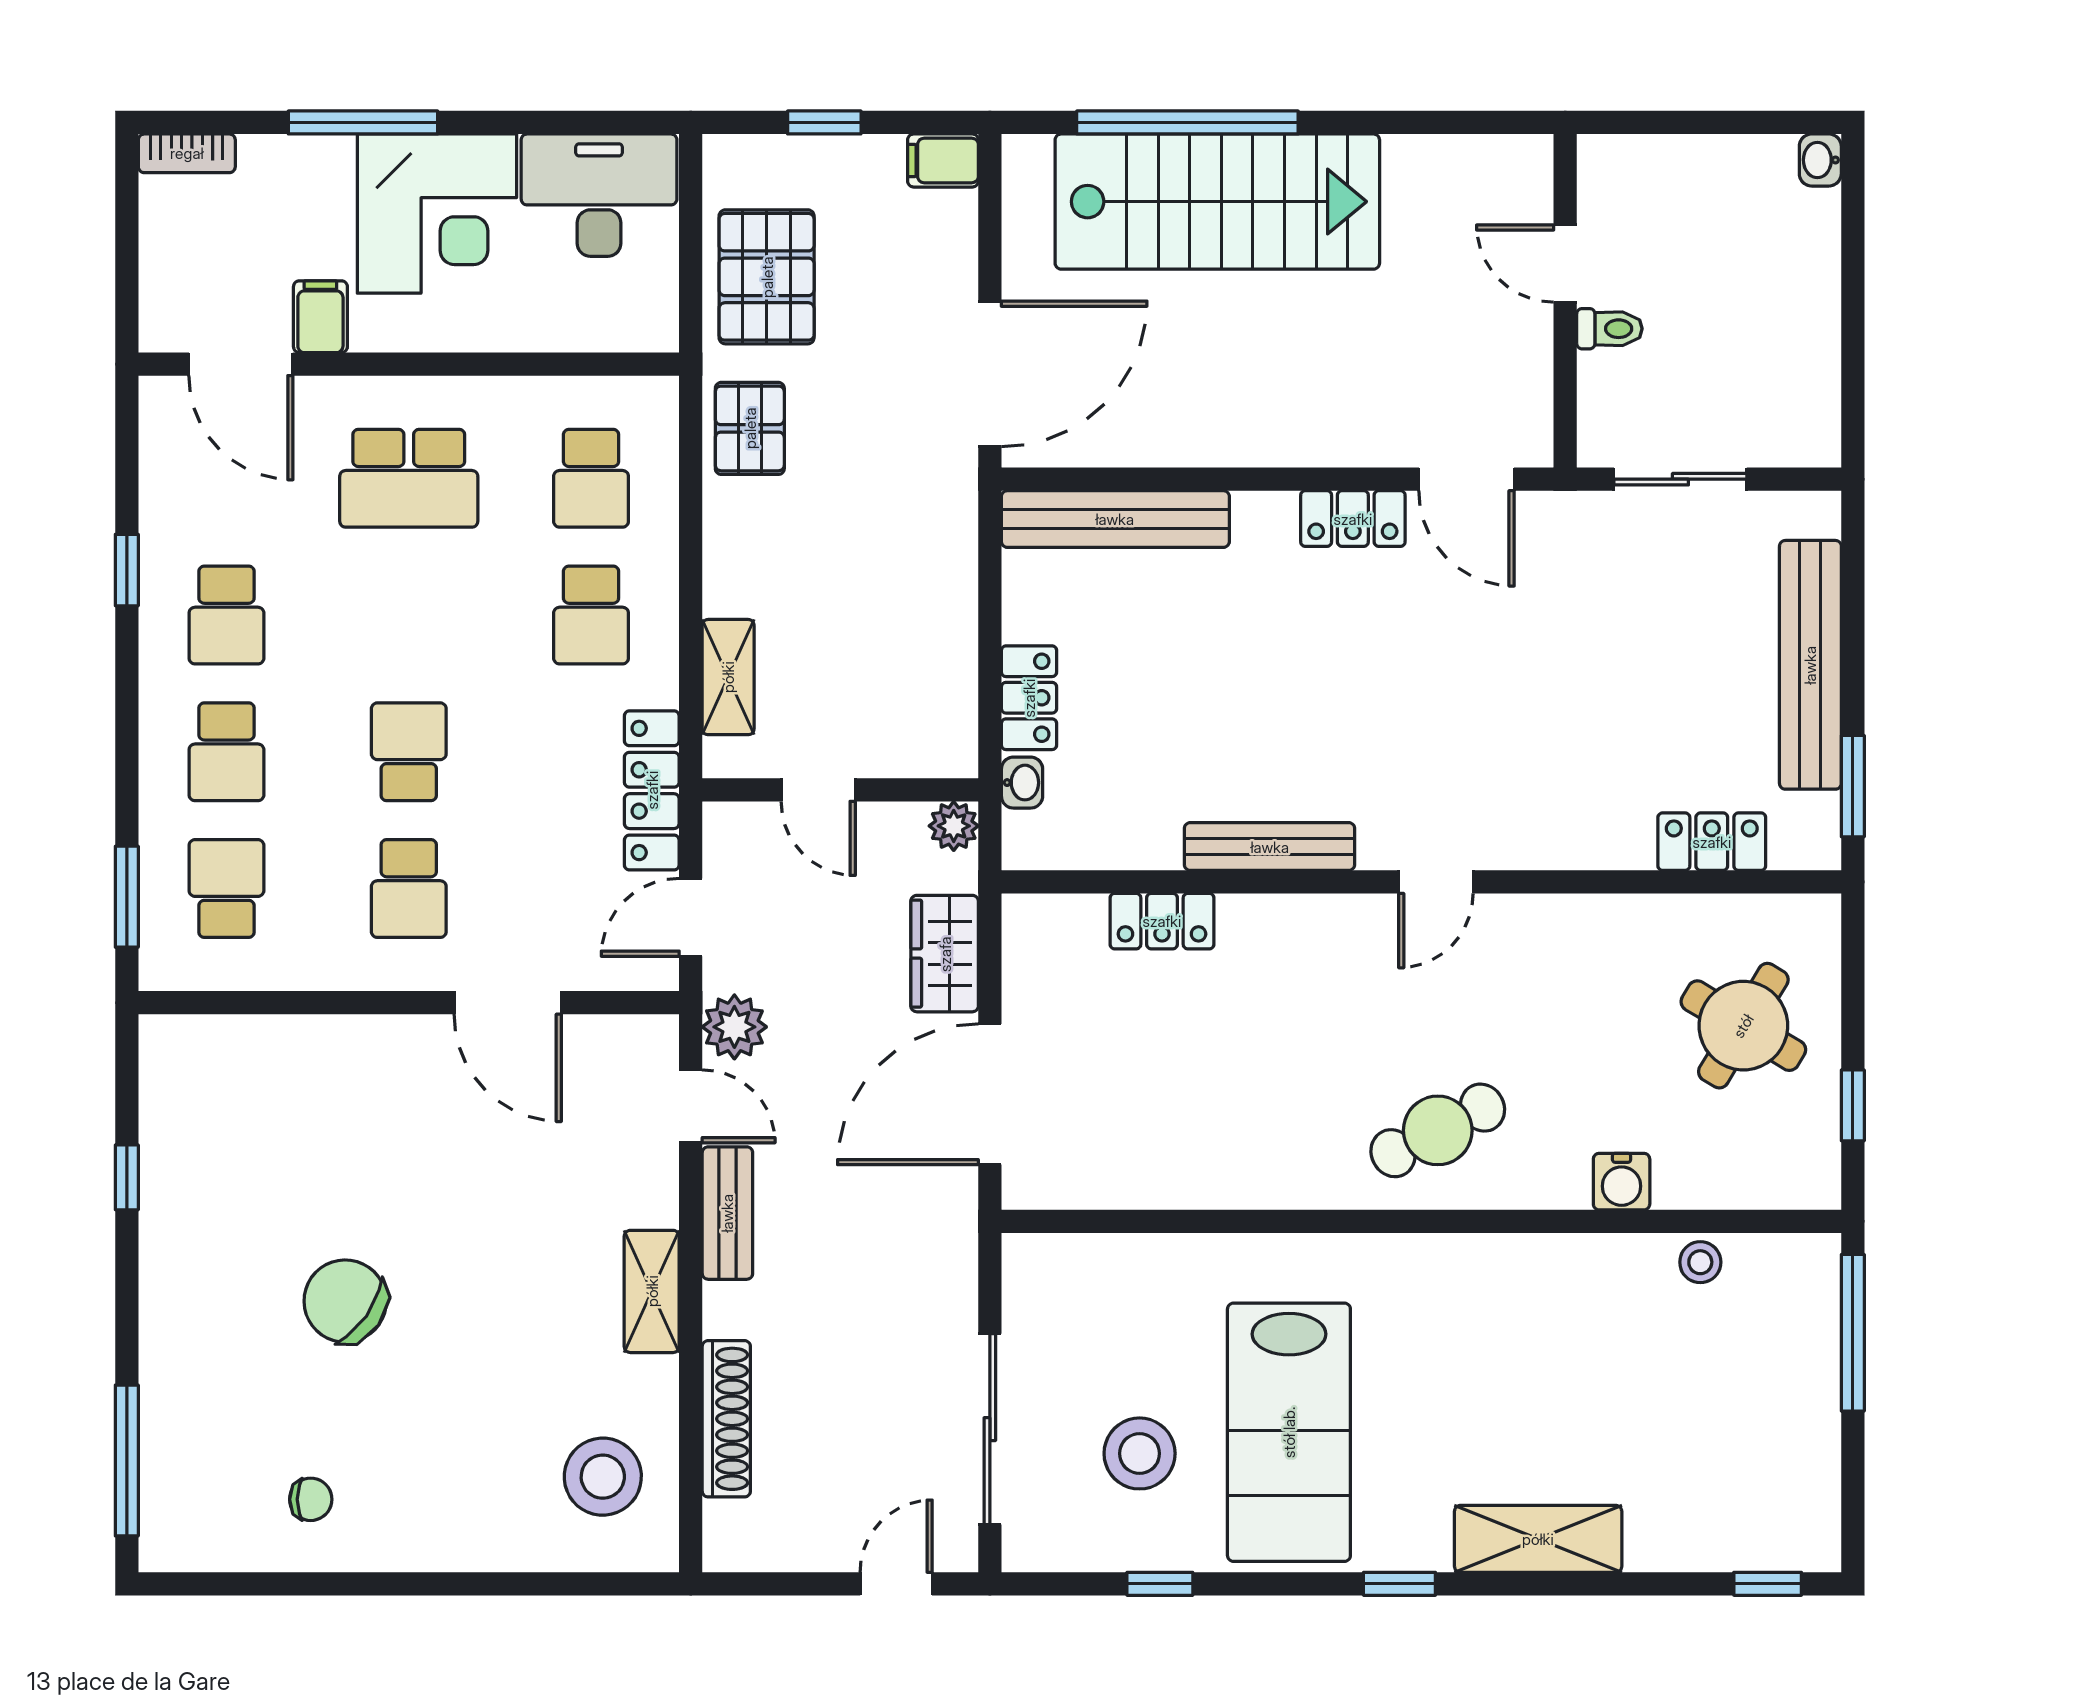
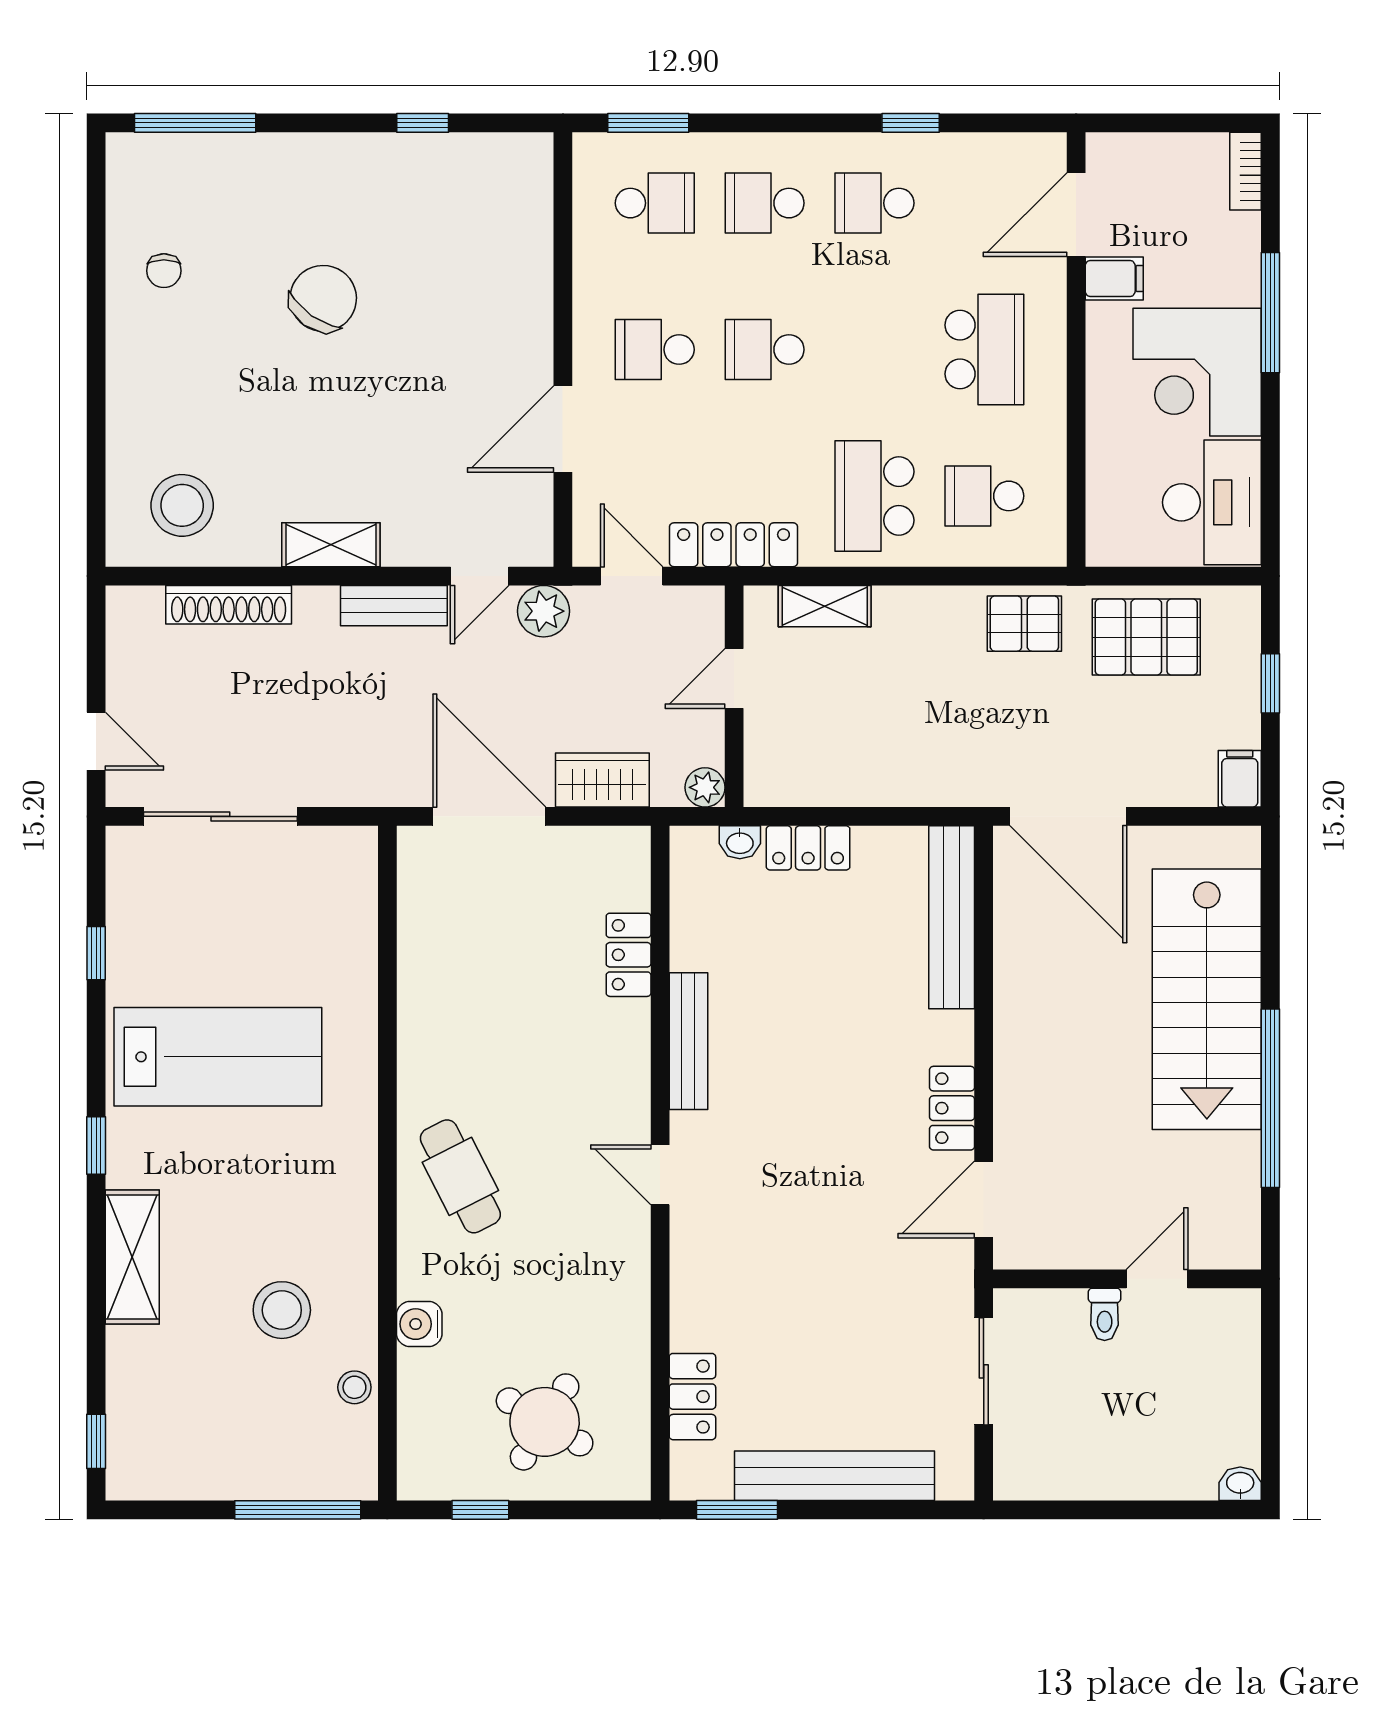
window: (1187, 122) -> (1270, 1098), moved
school desk: (409, 478) -> (984, 350), turned 180
school desk: (591, 615) -> (874, 496), width x1.85
school desk: (409, 752) -> (765, 350), turned 180
lab bench: (1289, 1432) -> (218, 1057), turned 180
stool: (1140, 1453) -> (282, 1310), moved

